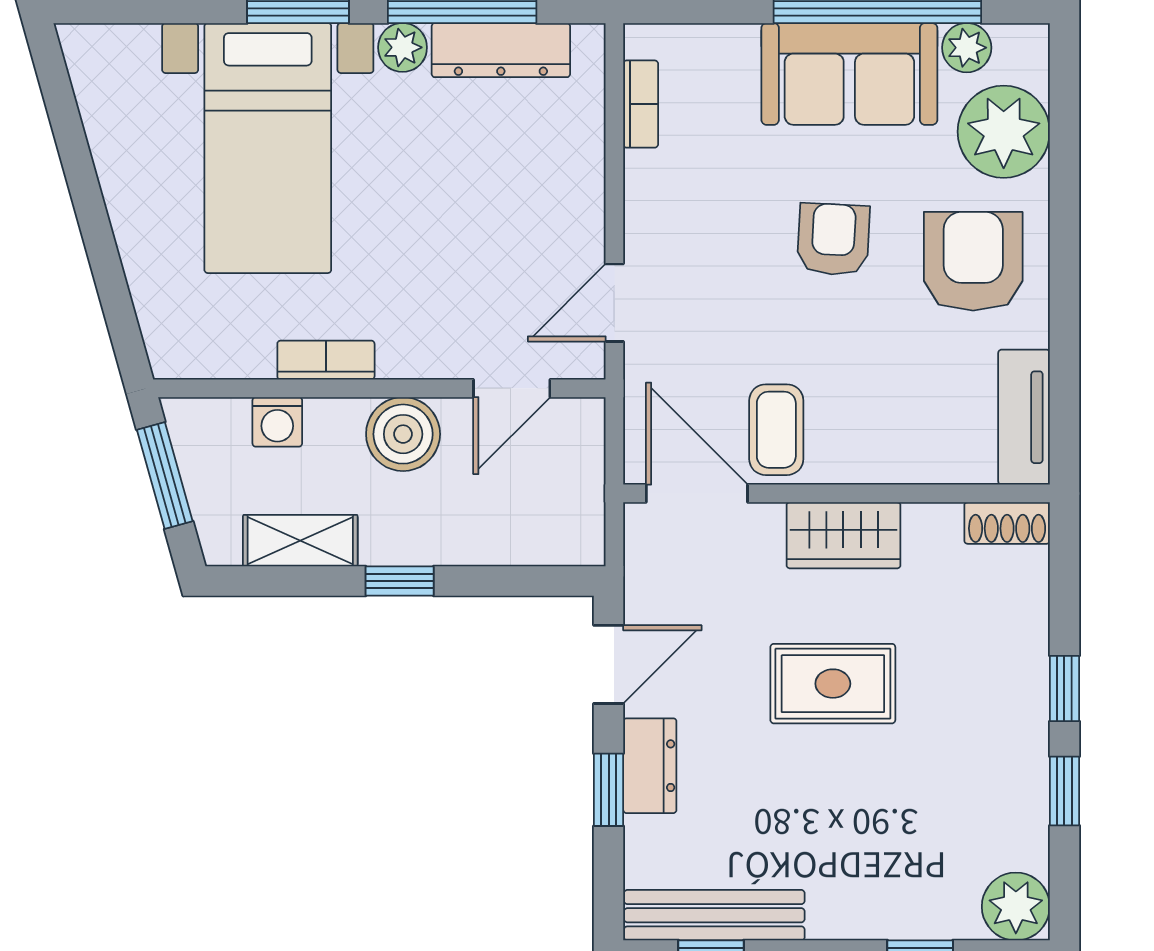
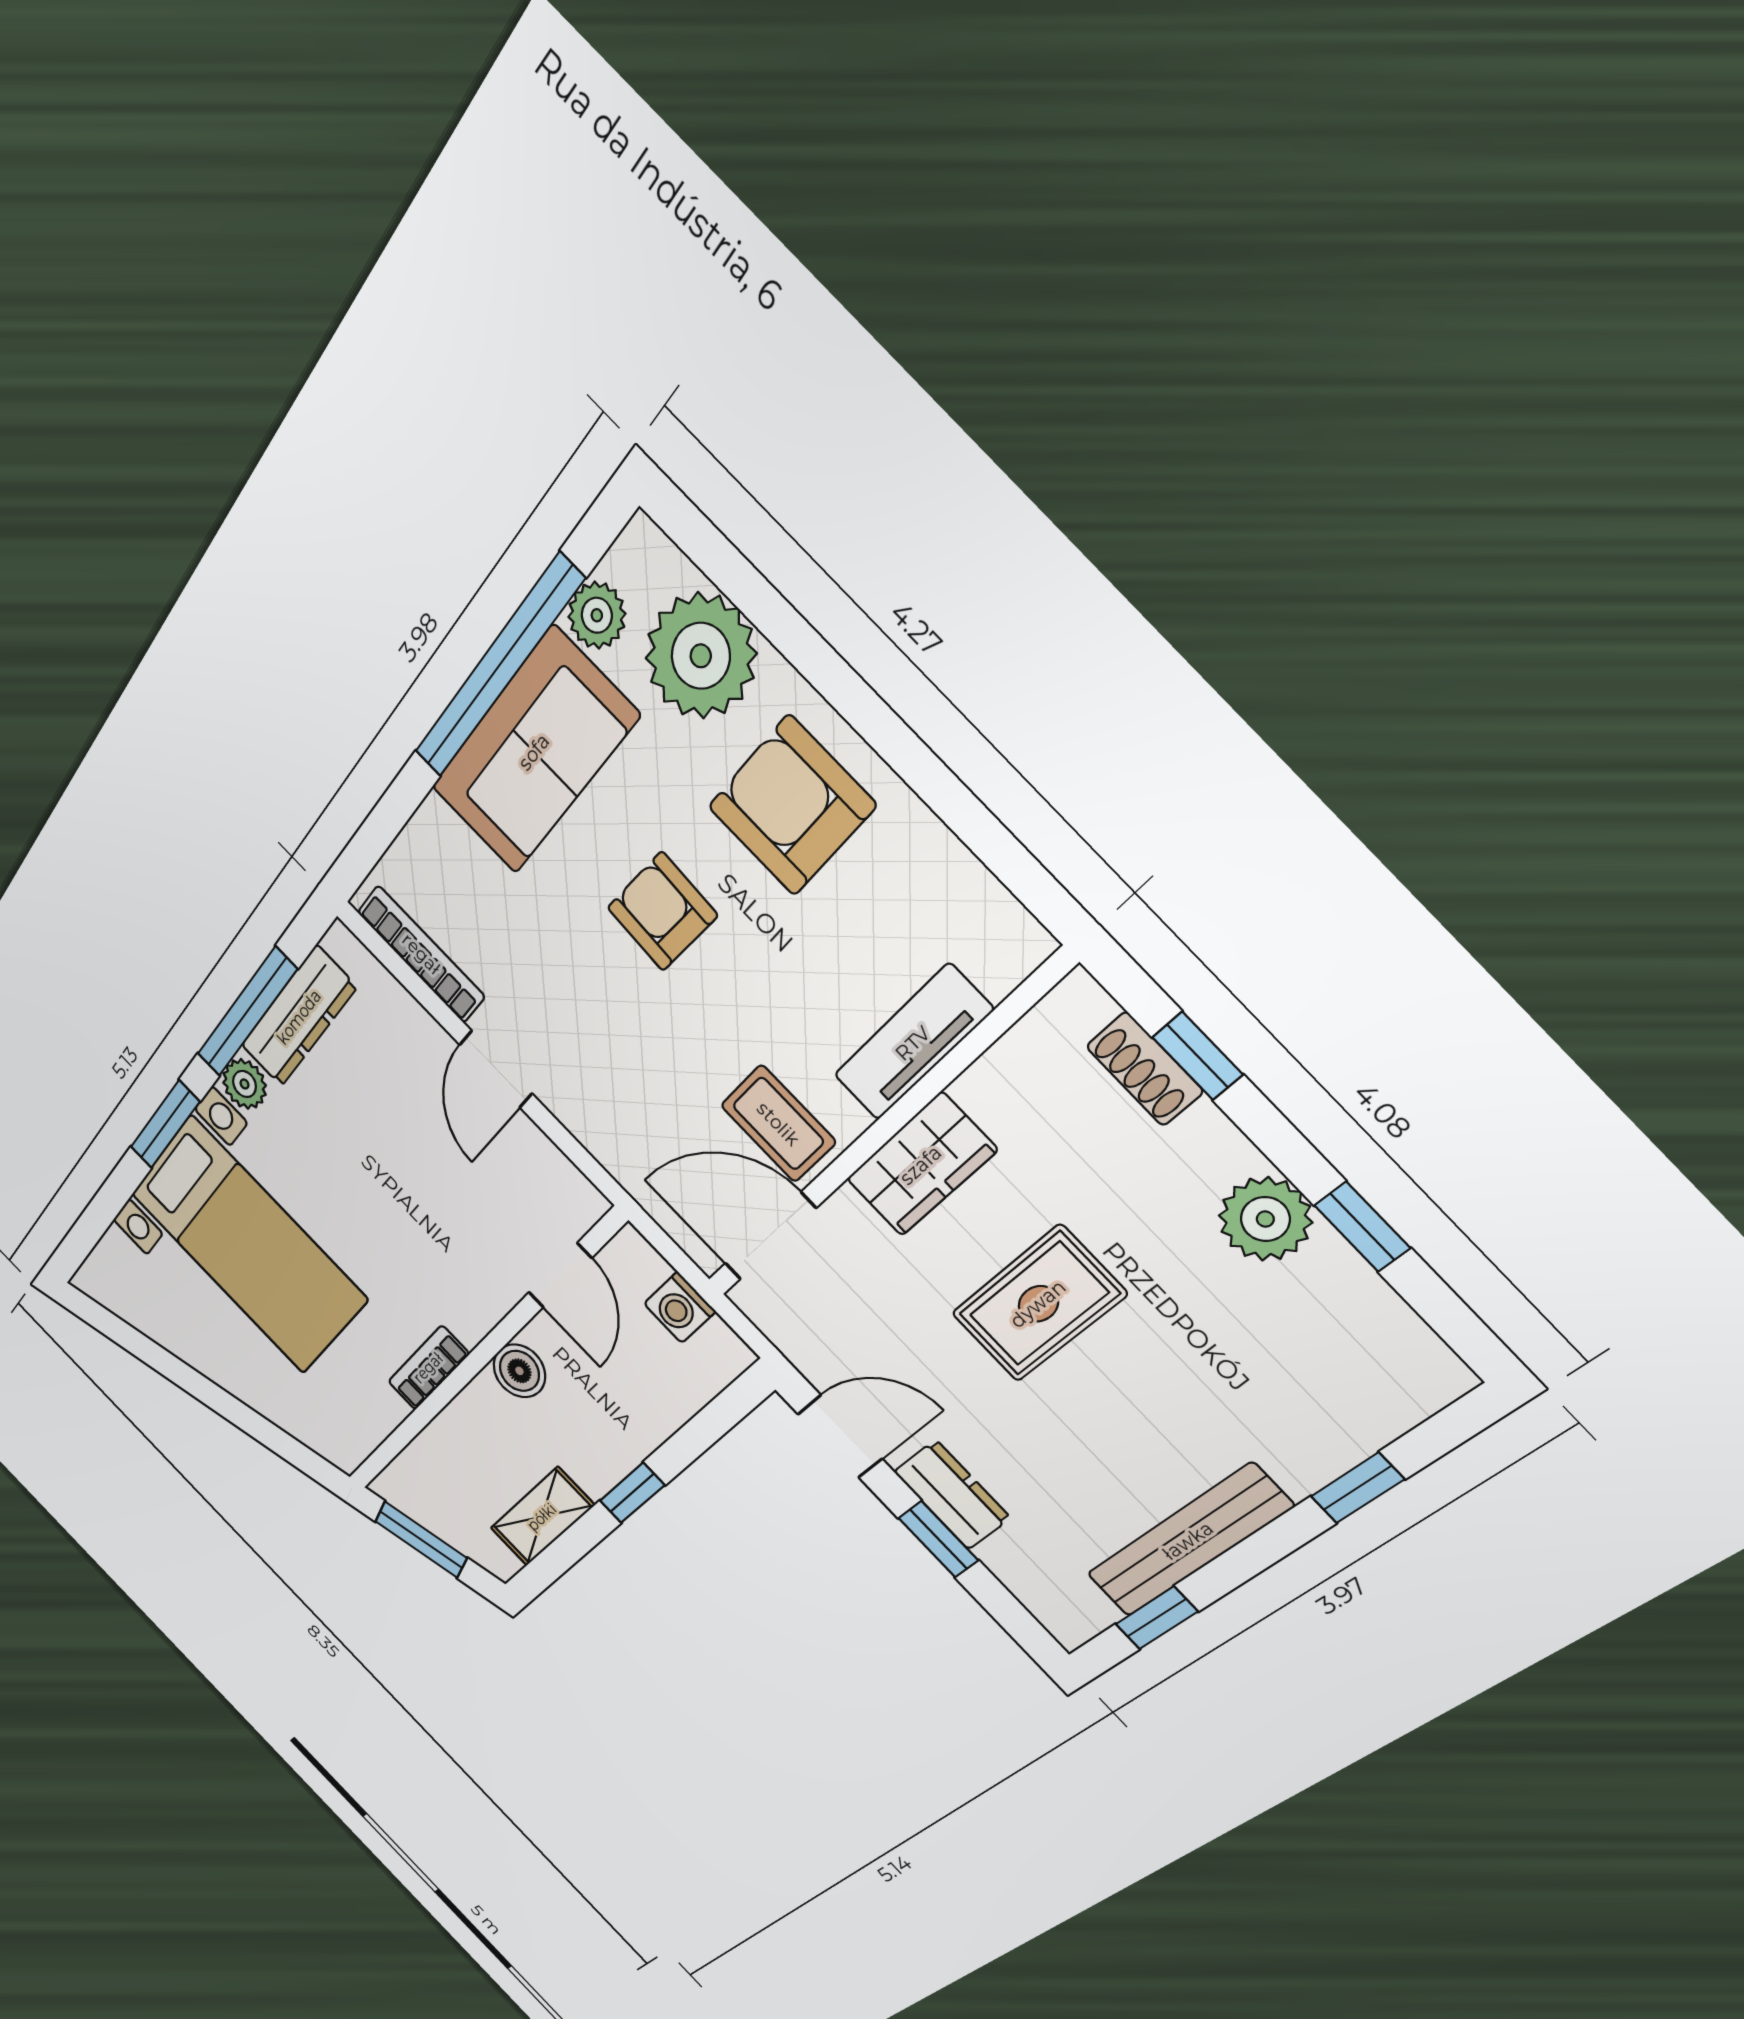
bookcase: (641, 104) -> (421, 954), width x1.56
door: (614, 303) -> (496, 1069), moved
tv unit: (1024, 417) -> (913, 1043), moved, turned 90
washing machine: (277, 422) -> (680, 1308), moved, turned 90
boiler: (403, 434) -> (519, 1371), width x0.73, depth x0.73
shoe rack: (1007, 523) -> (1145, 1069), moved, turned 90
door: (609, 664) -> (840, 1436), hinge flipped
window: (1064, 688) -> (1198, 1056), moved
plant: (1016, 907) -> (1265, 1219), moved
bench: (714, 915) -> (1188, 1541), moved

